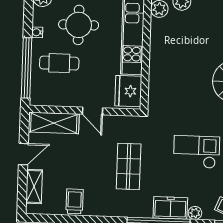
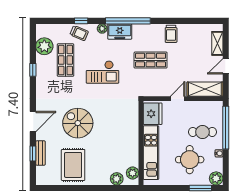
door: (93, 111) -> (178, 99), hinge flipped
shop shelf: (129, 166) -> (151, 60), turned 90
trolley: (75, 201) -> (171, 34), moved

